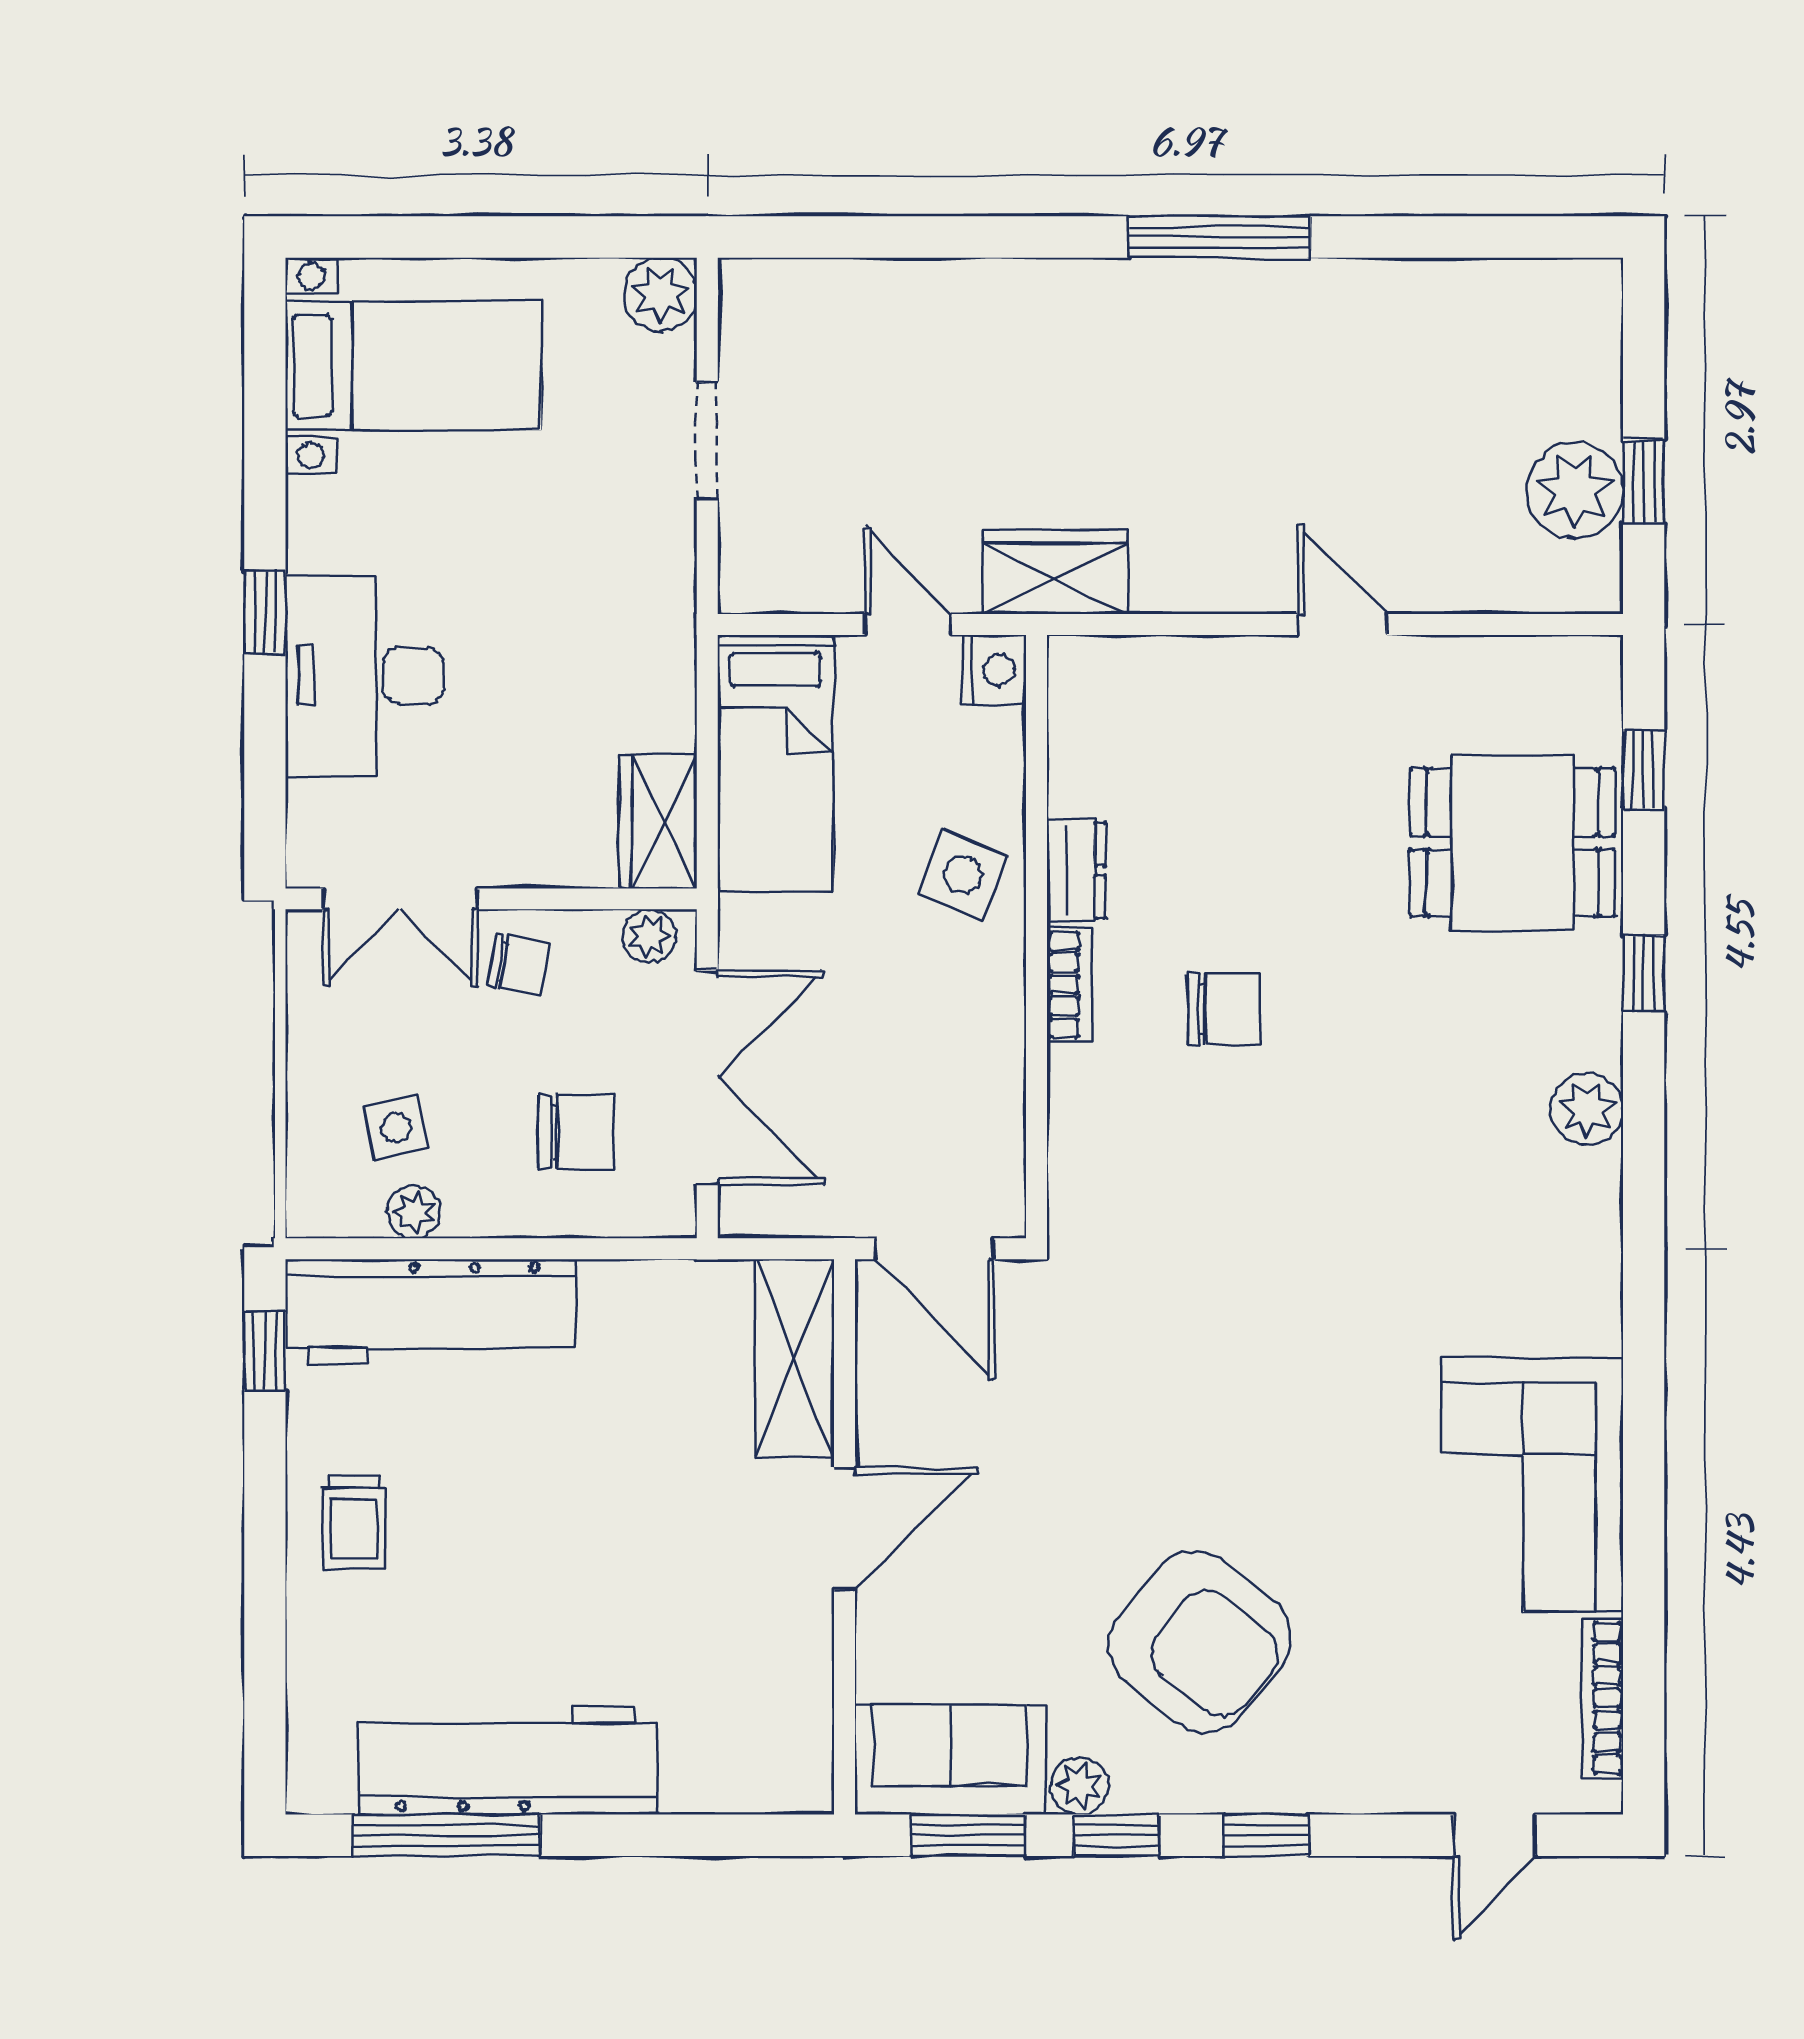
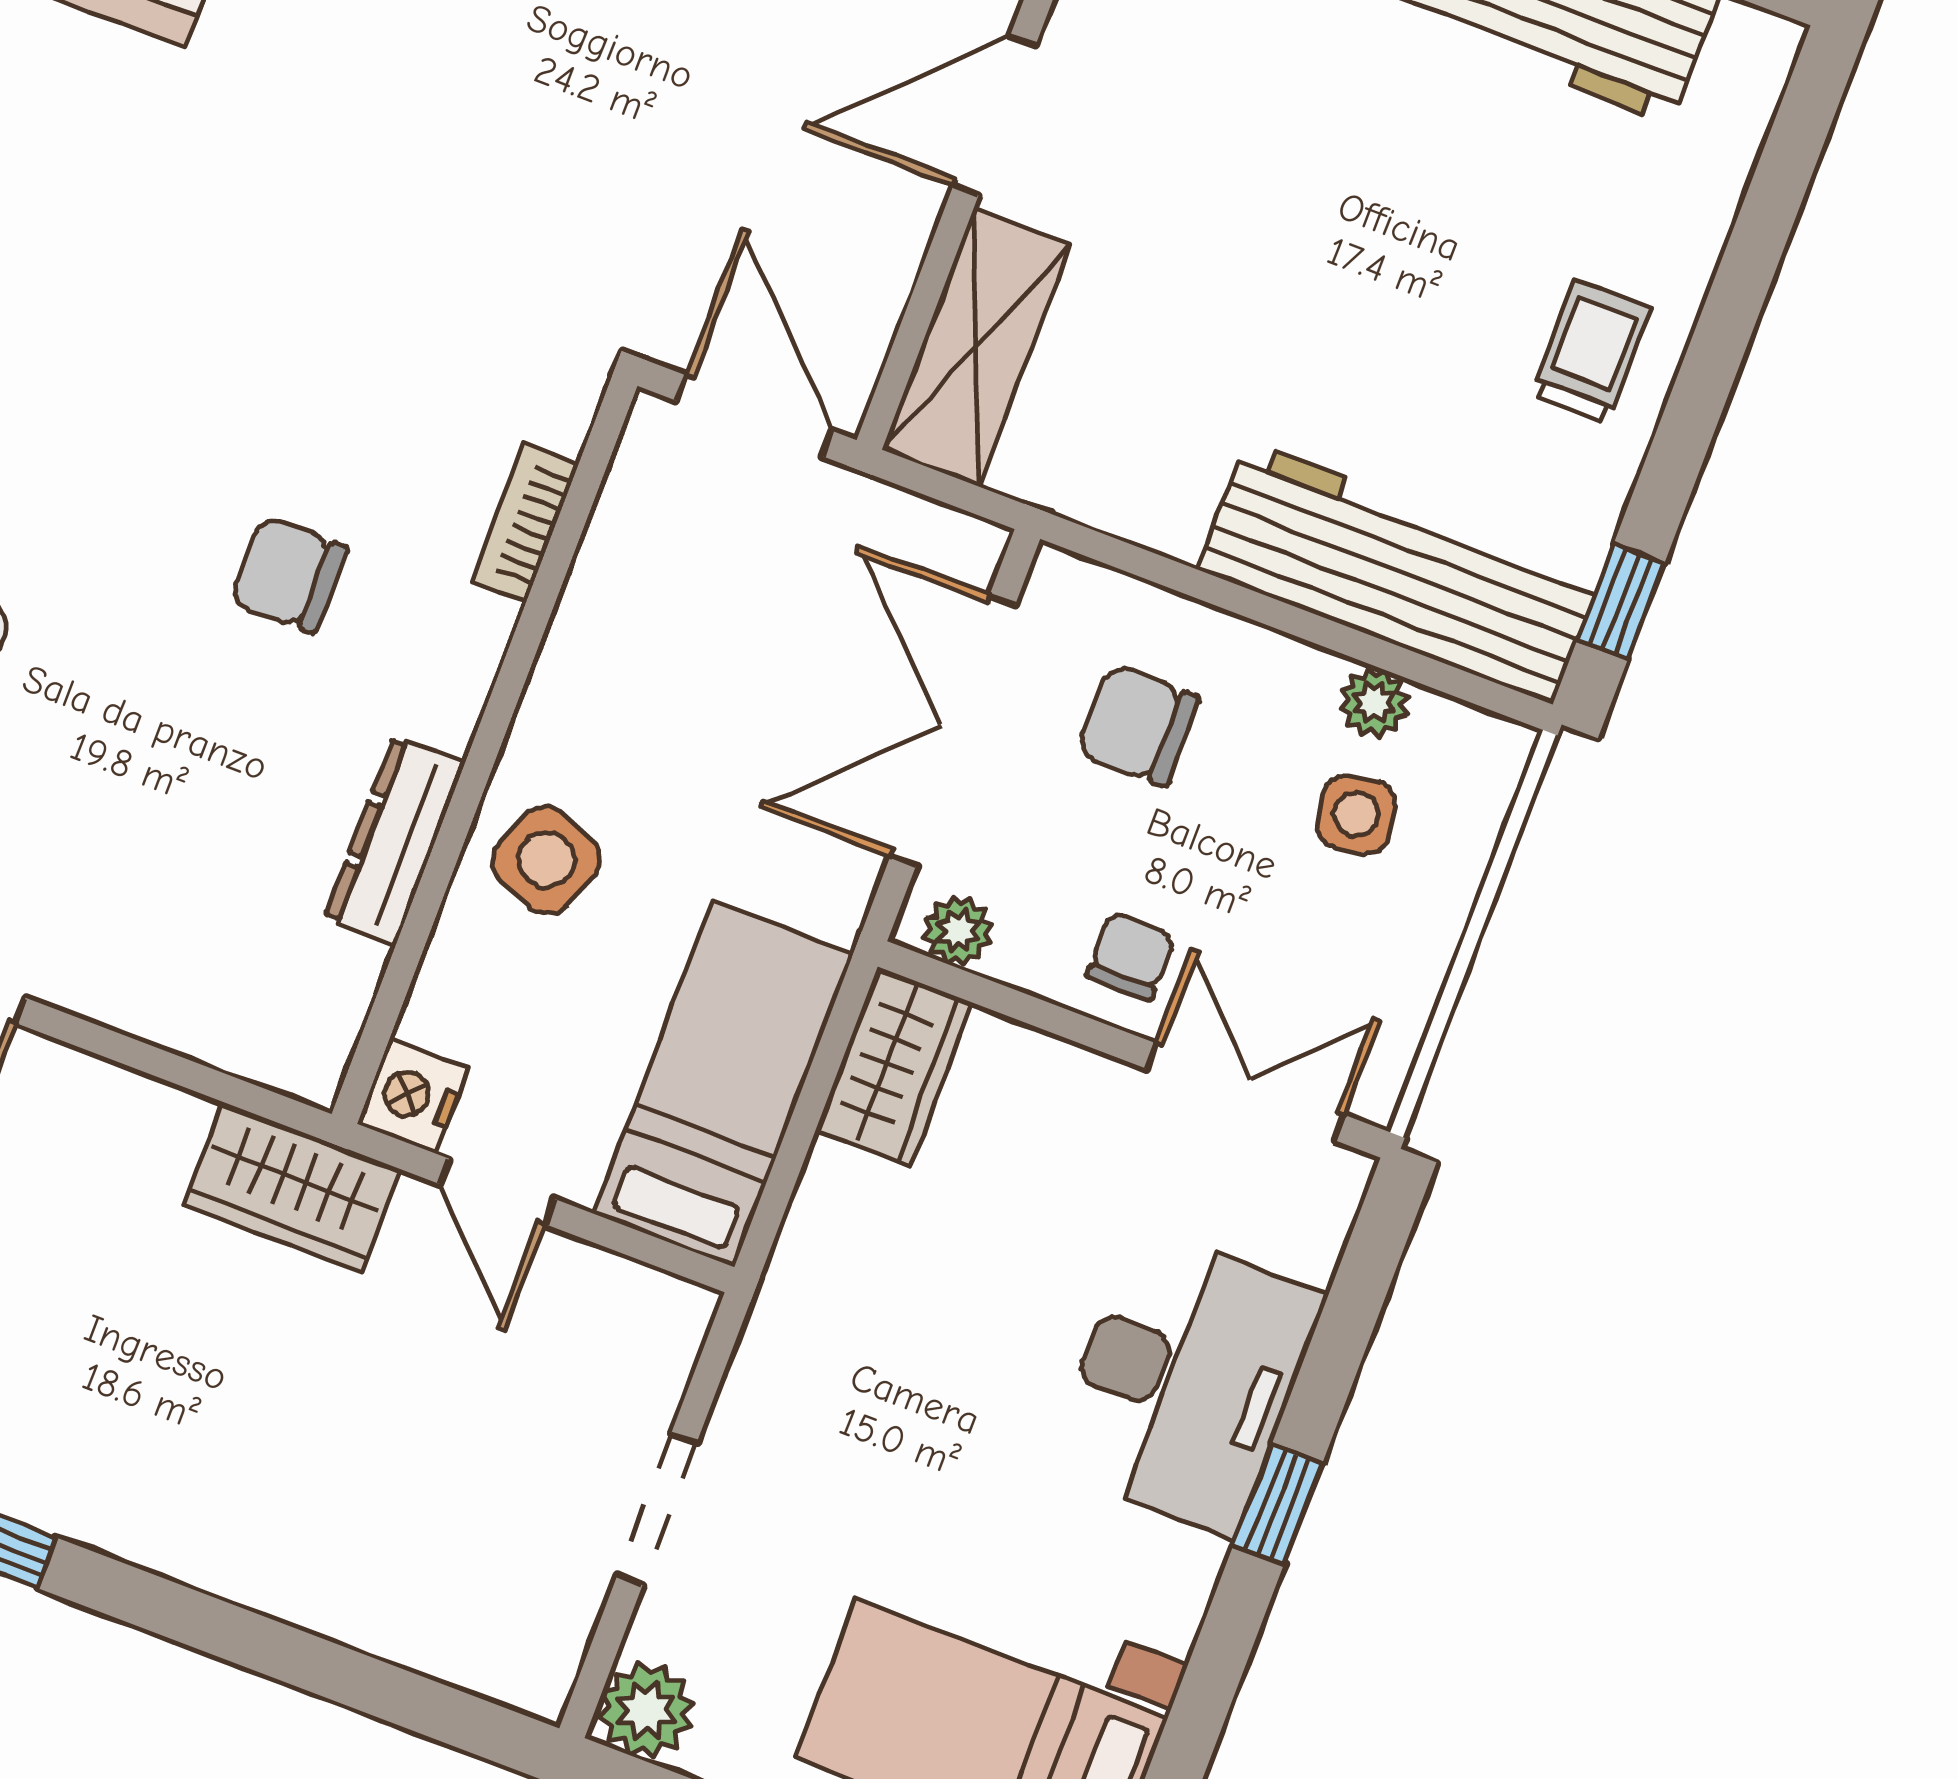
dresser: (1076, 870) -> (395, 840), width x1.44
chair: (519, 965) -> (1131, 956), turned 79
bookcase: (1069, 985) -> (525, 522), moved

